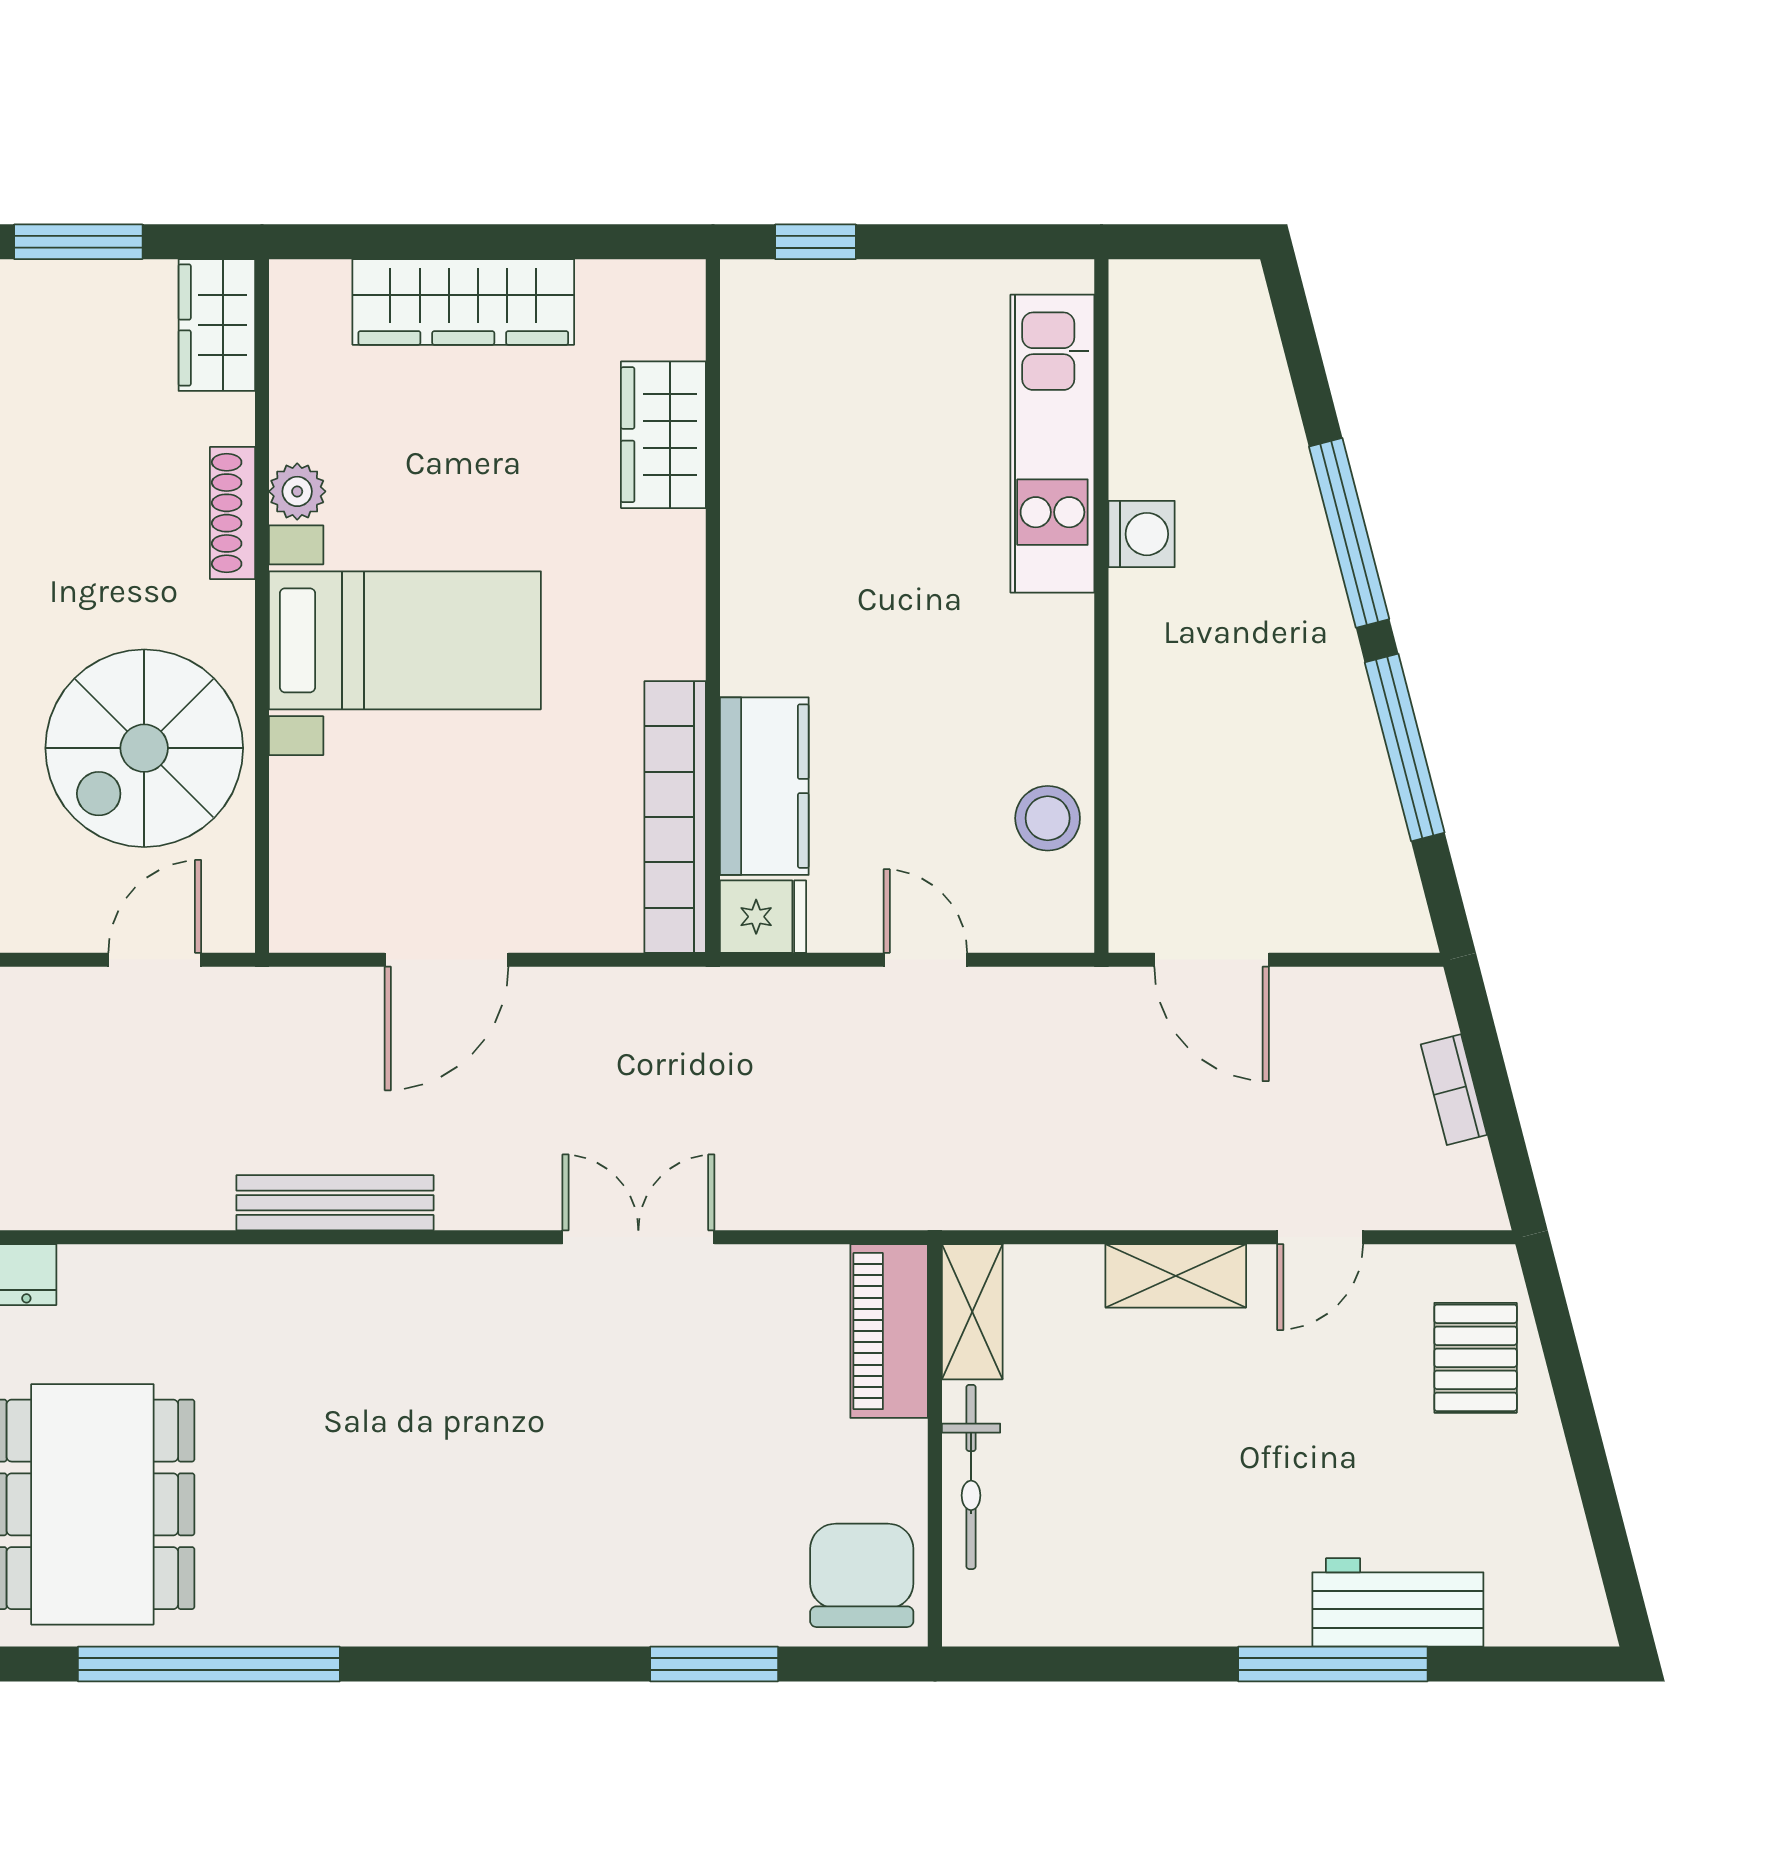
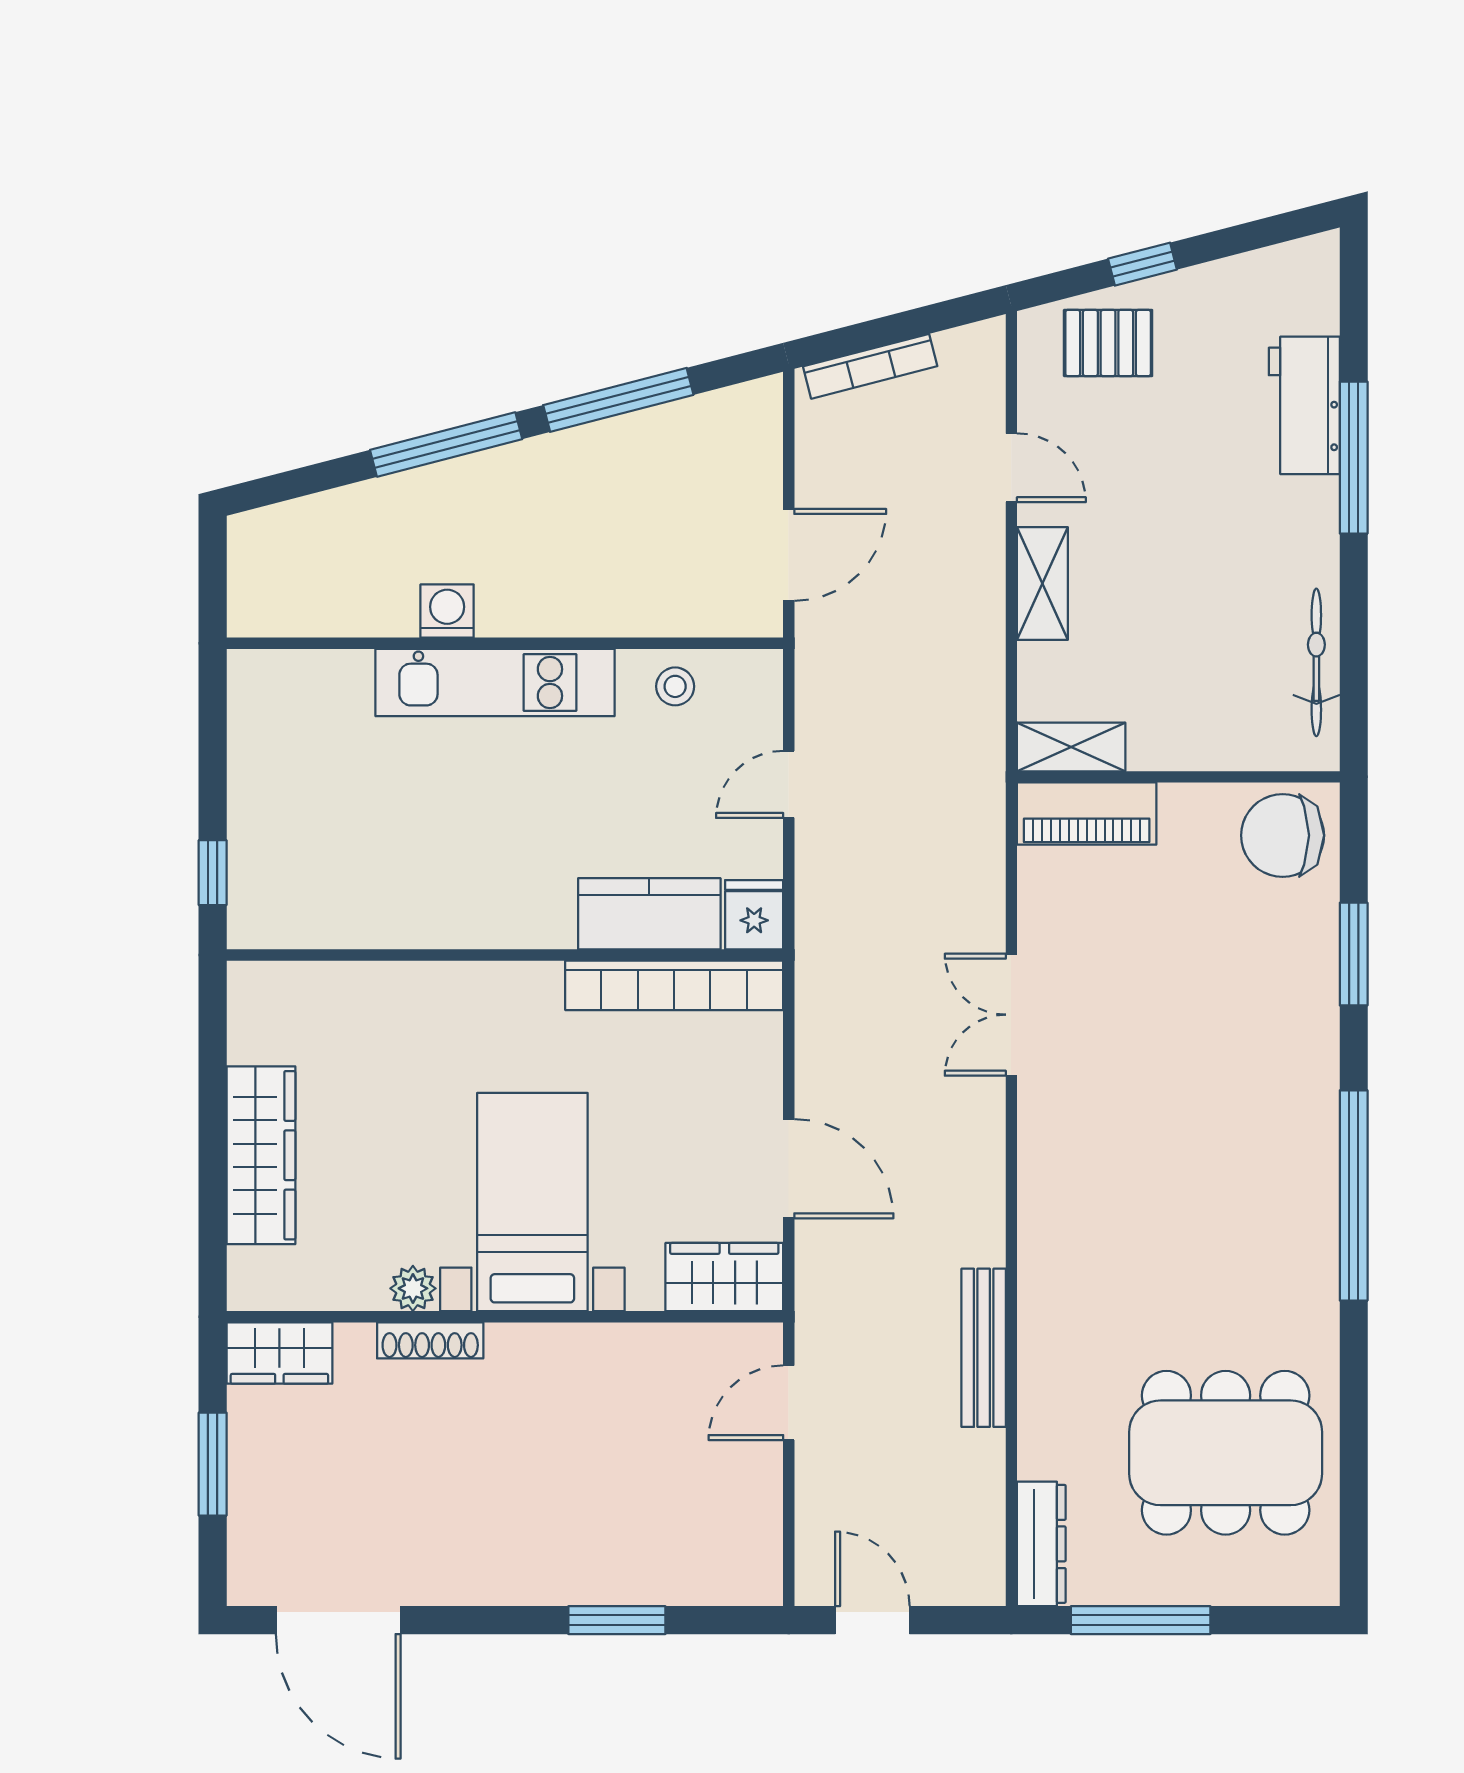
wardrobe: (663, 435) -> (724, 1277), moved, turned 180
kitchen unit: (1052, 444) -> (495, 683), moved
spiral stairs: (144, 748) -> (619, 1411), removed
stool: (1048, 818) -> (675, 686), width x0.73, depth x0.73
door: (155, 960) -> (789, 1403), hinge flipped
bookcase: (1454, 1090) -> (870, 366), width x1.56
bench: (335, 1203) -> (984, 1348), moved
window: (1574, 1401) -> (1142, 264), added
bicycle: (971, 1477) -> (1316, 662), moved, turned -90
window: (209, 1664) -> (1354, 1195), moved

